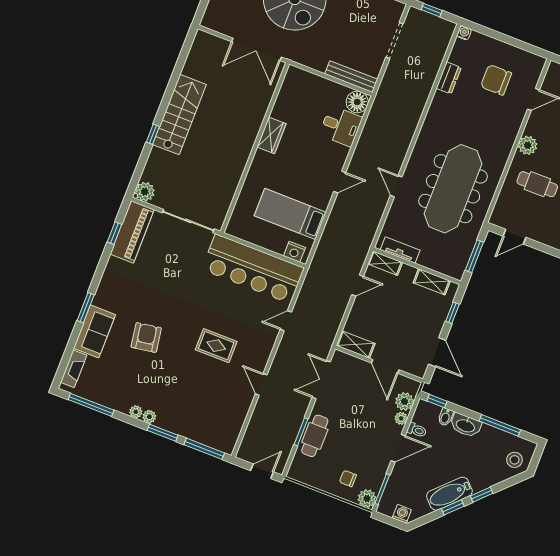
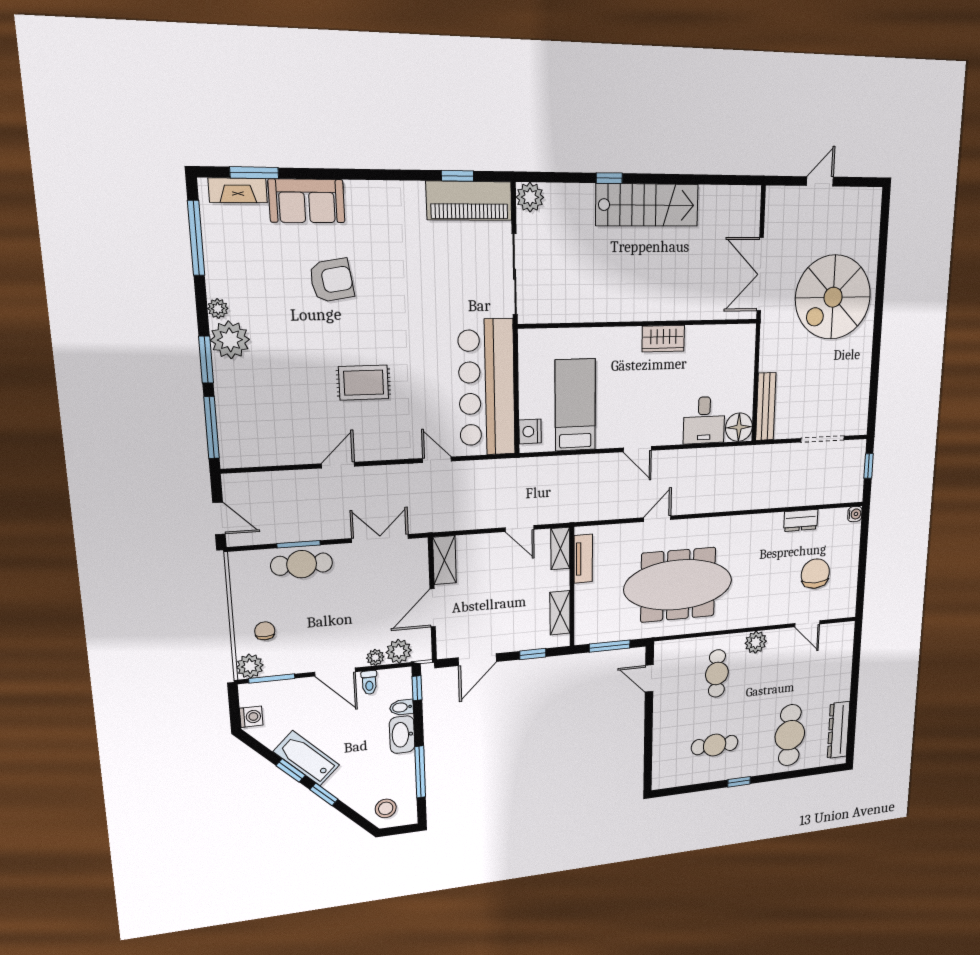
window: (86, 308) -> (254, 173), moved
rug: (216, 346) -> (364, 383), turned 90
plant: (149, 417) -> (230, 340), width x1.87, depth x1.87

